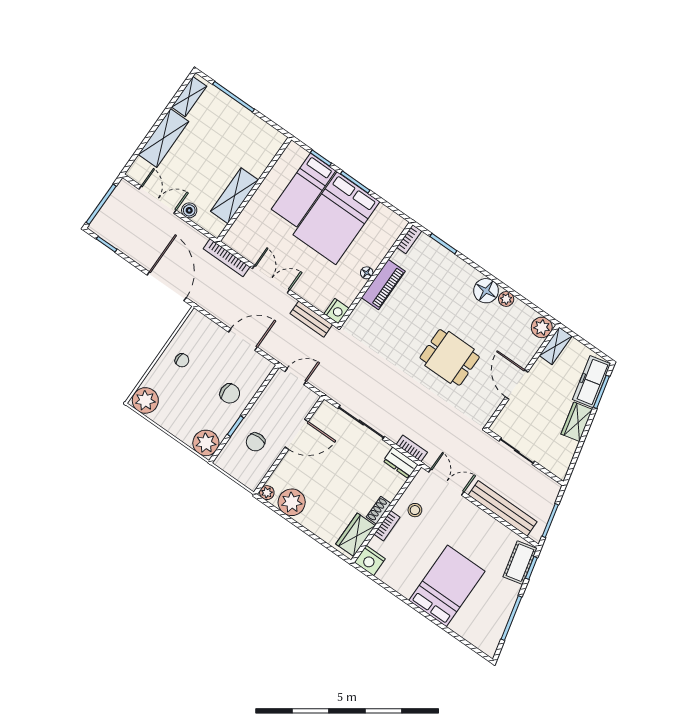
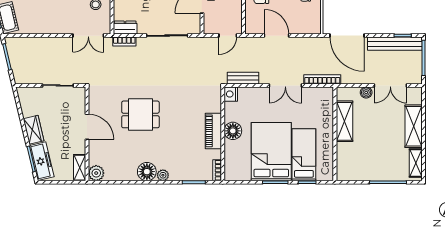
floor lamp: (367, 273) -> (233, 131), width x1.89, depth x1.89
plant: (506, 299) -> (163, 175), moved
door: (243, 340) -> (276, 36), swing flipped
bench: (503, 508) -> (395, 44), moved

